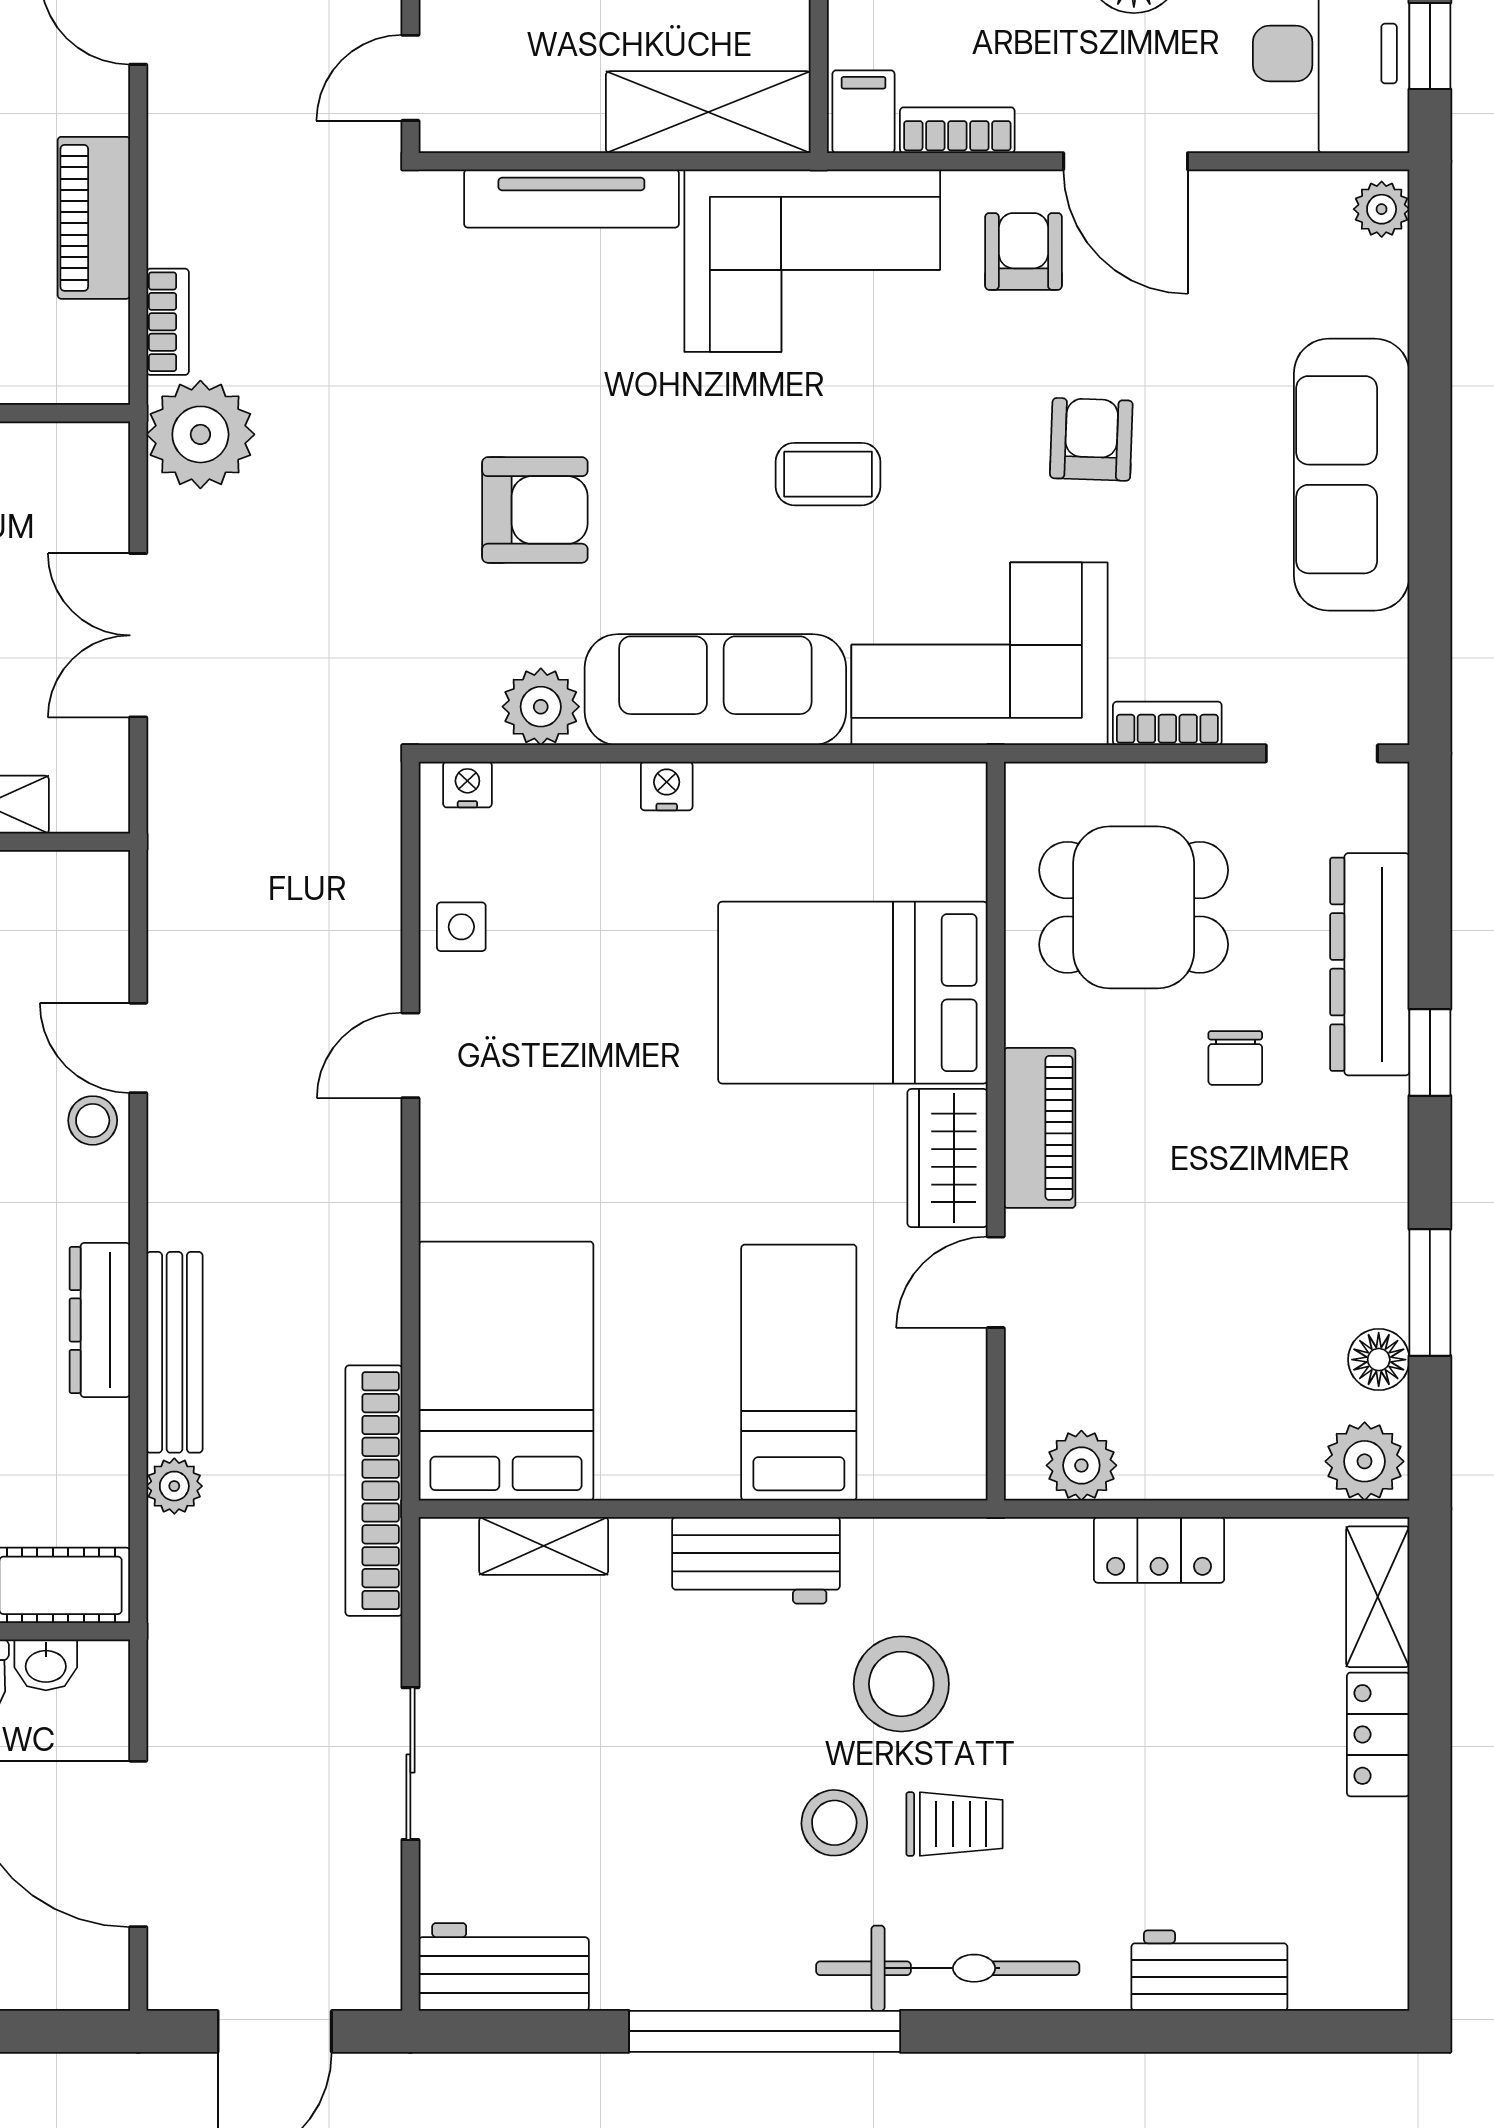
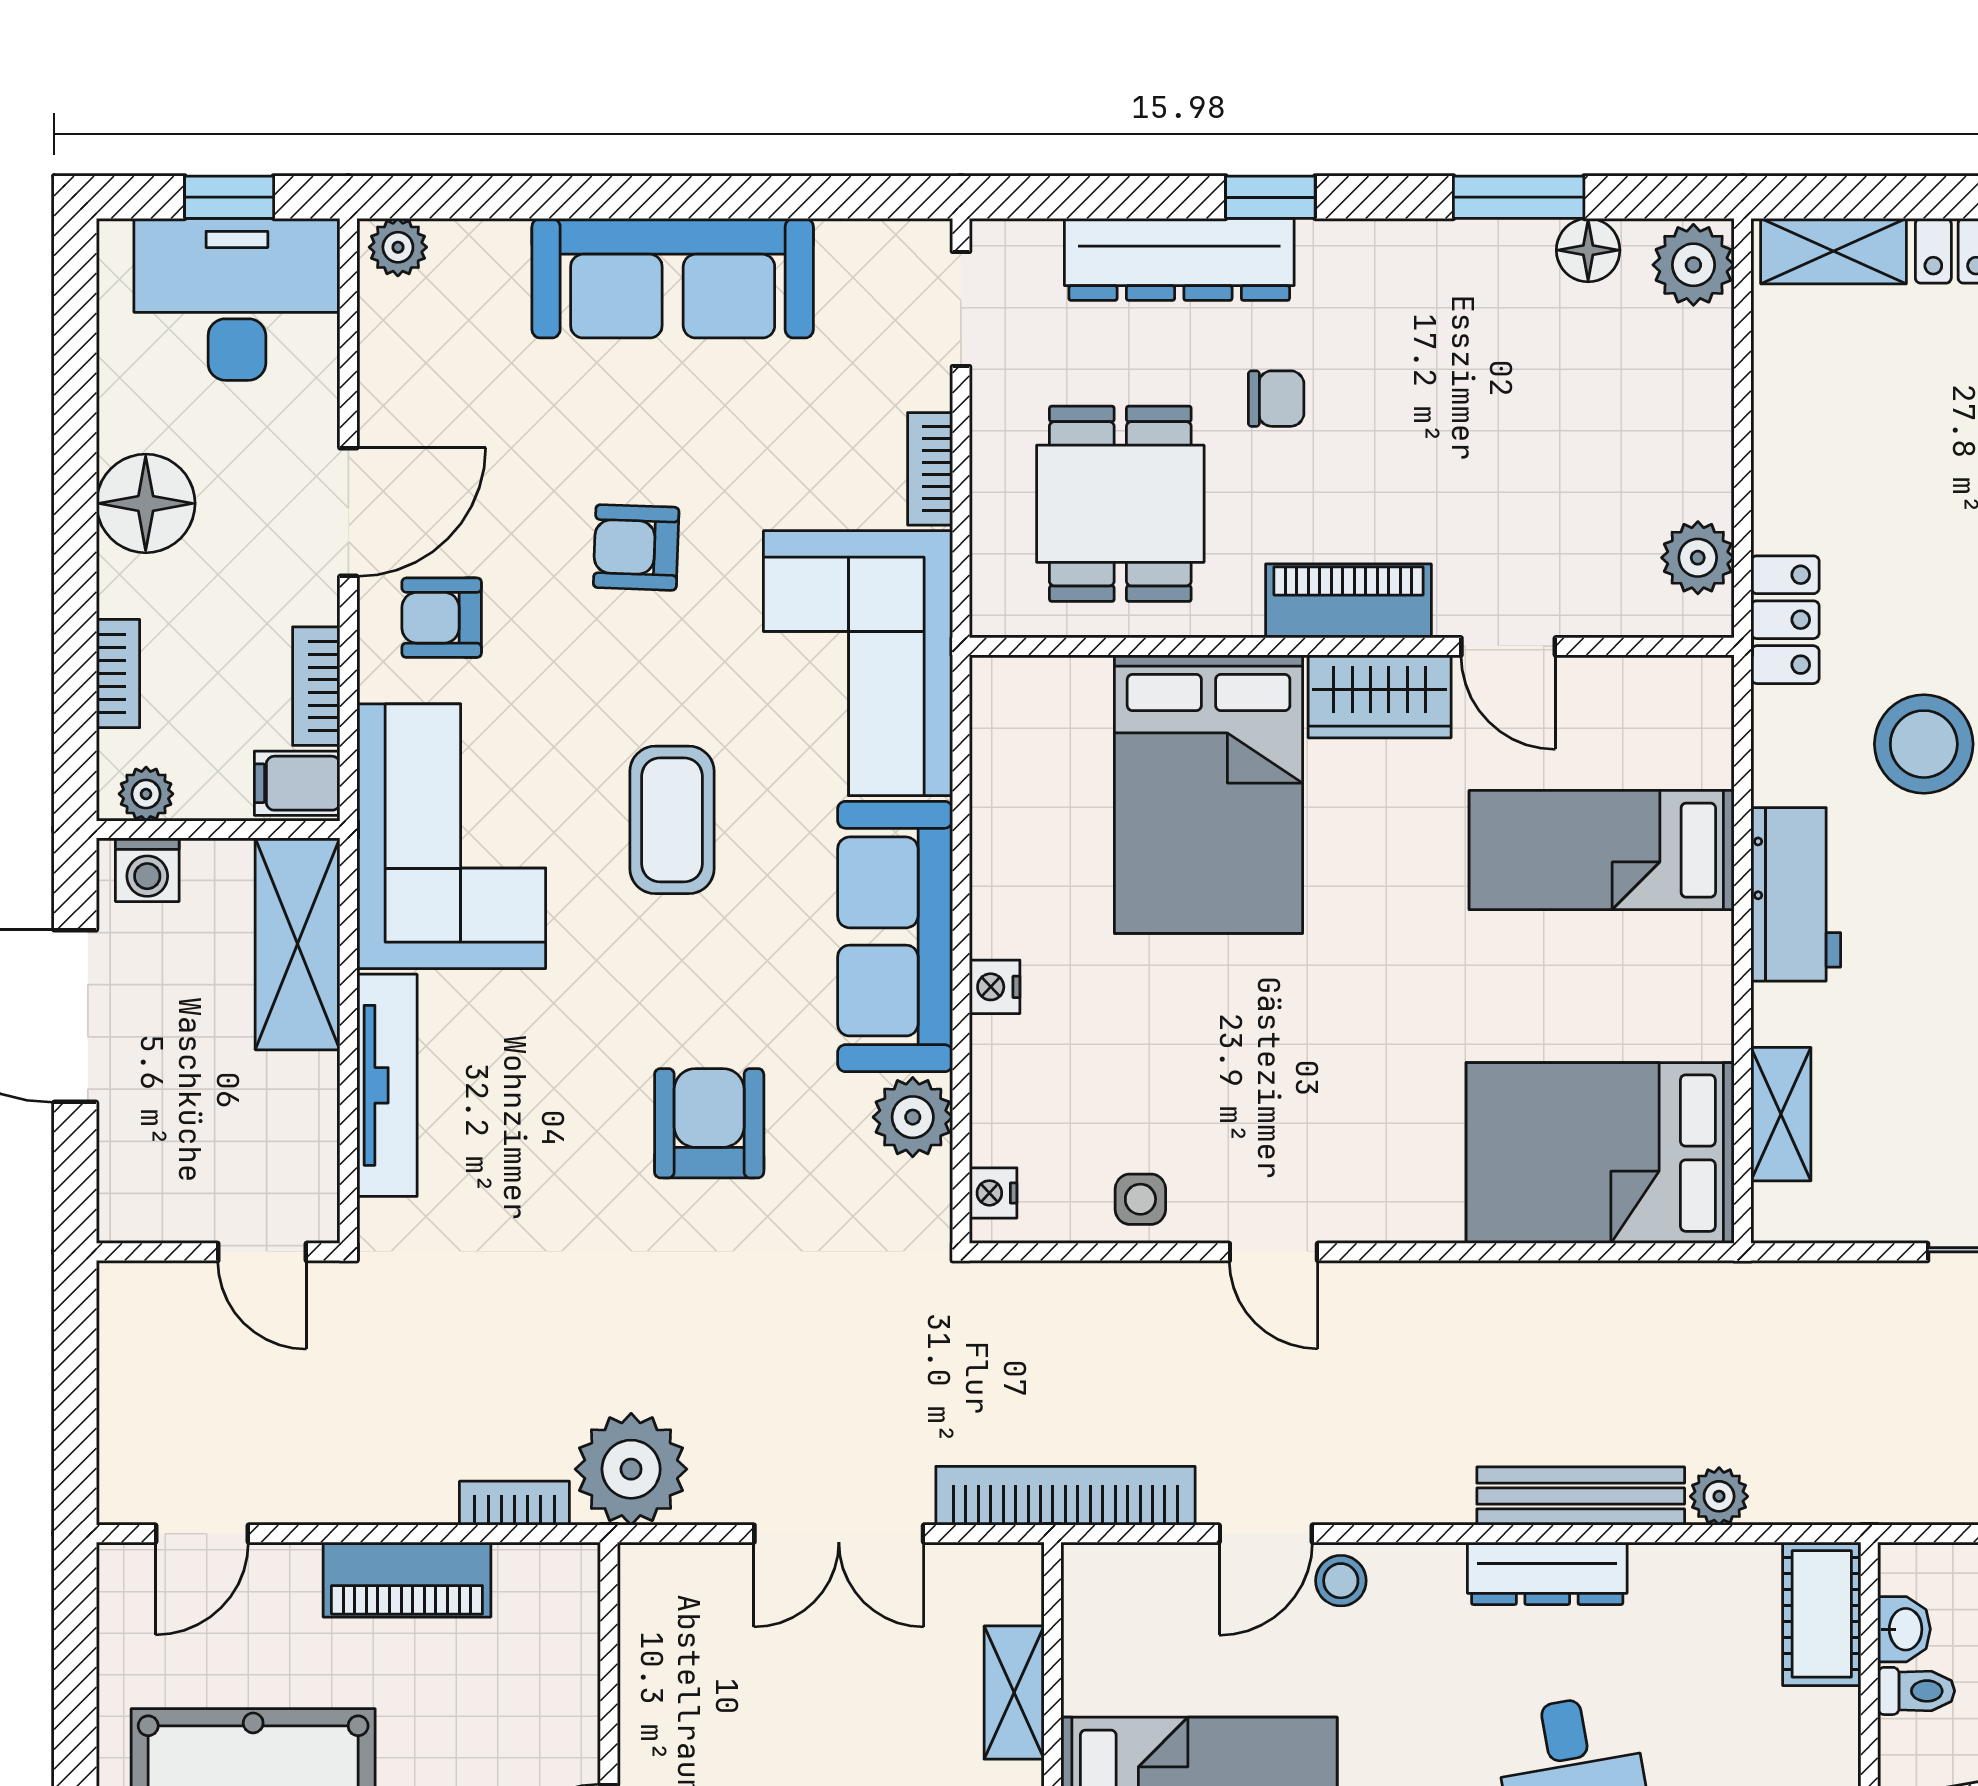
coffee table: (828, 474) -> (672, 820), width x1.36, depth x1.30
bookcase: (374, 1491) -> (1065, 1496), moved, turned 180
locker: (1159, 1550) -> (1785, 620), moved

